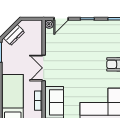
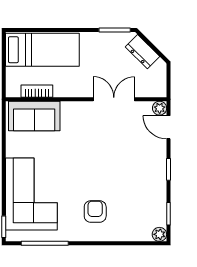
double door: (44, 68) -> (114, 99), moved

